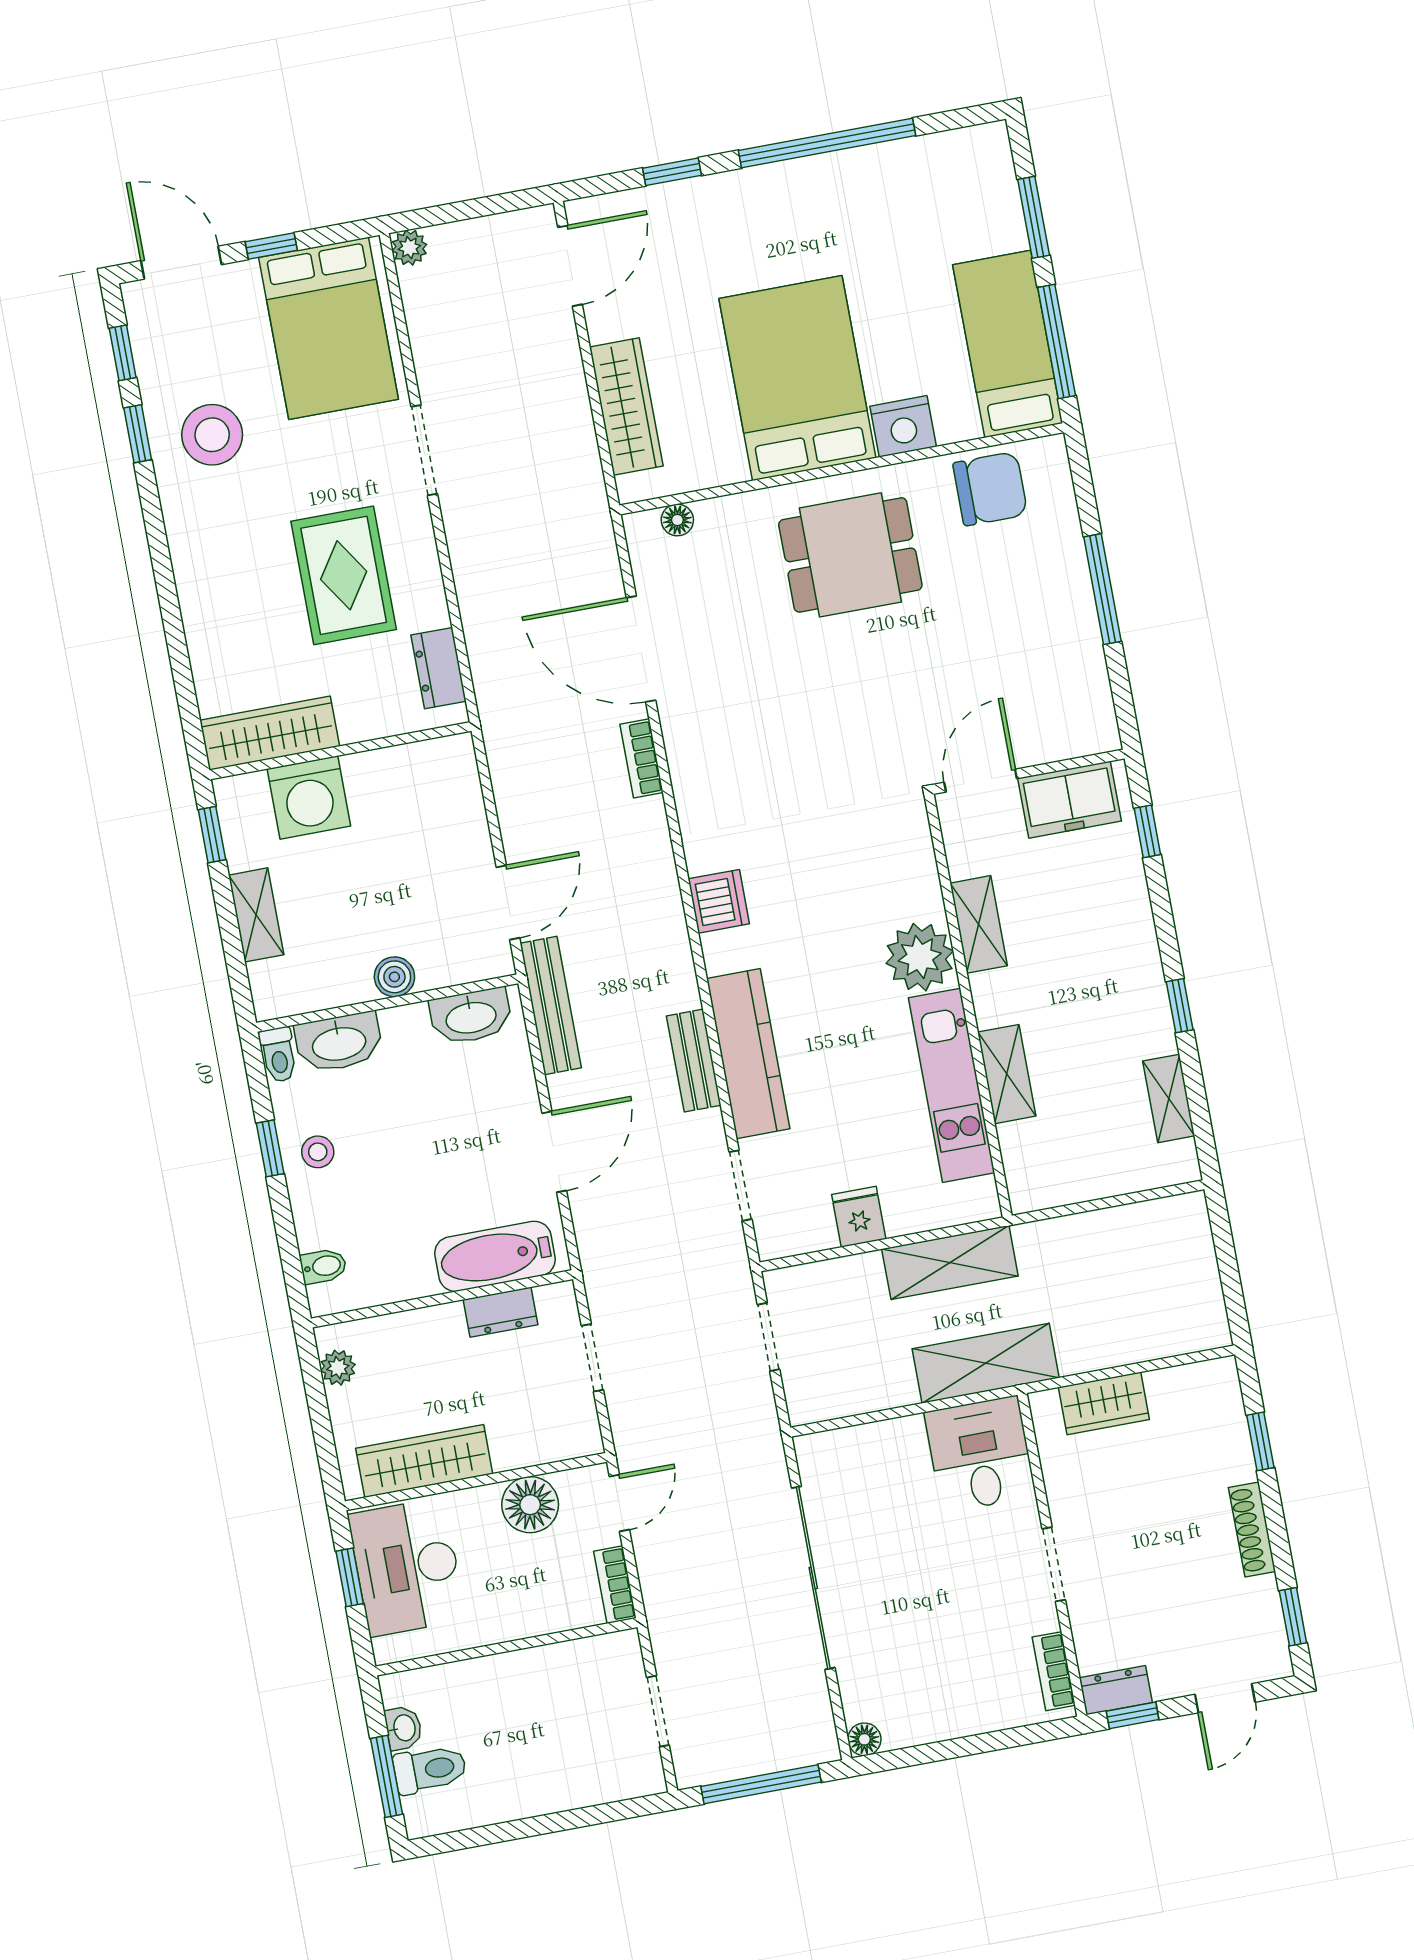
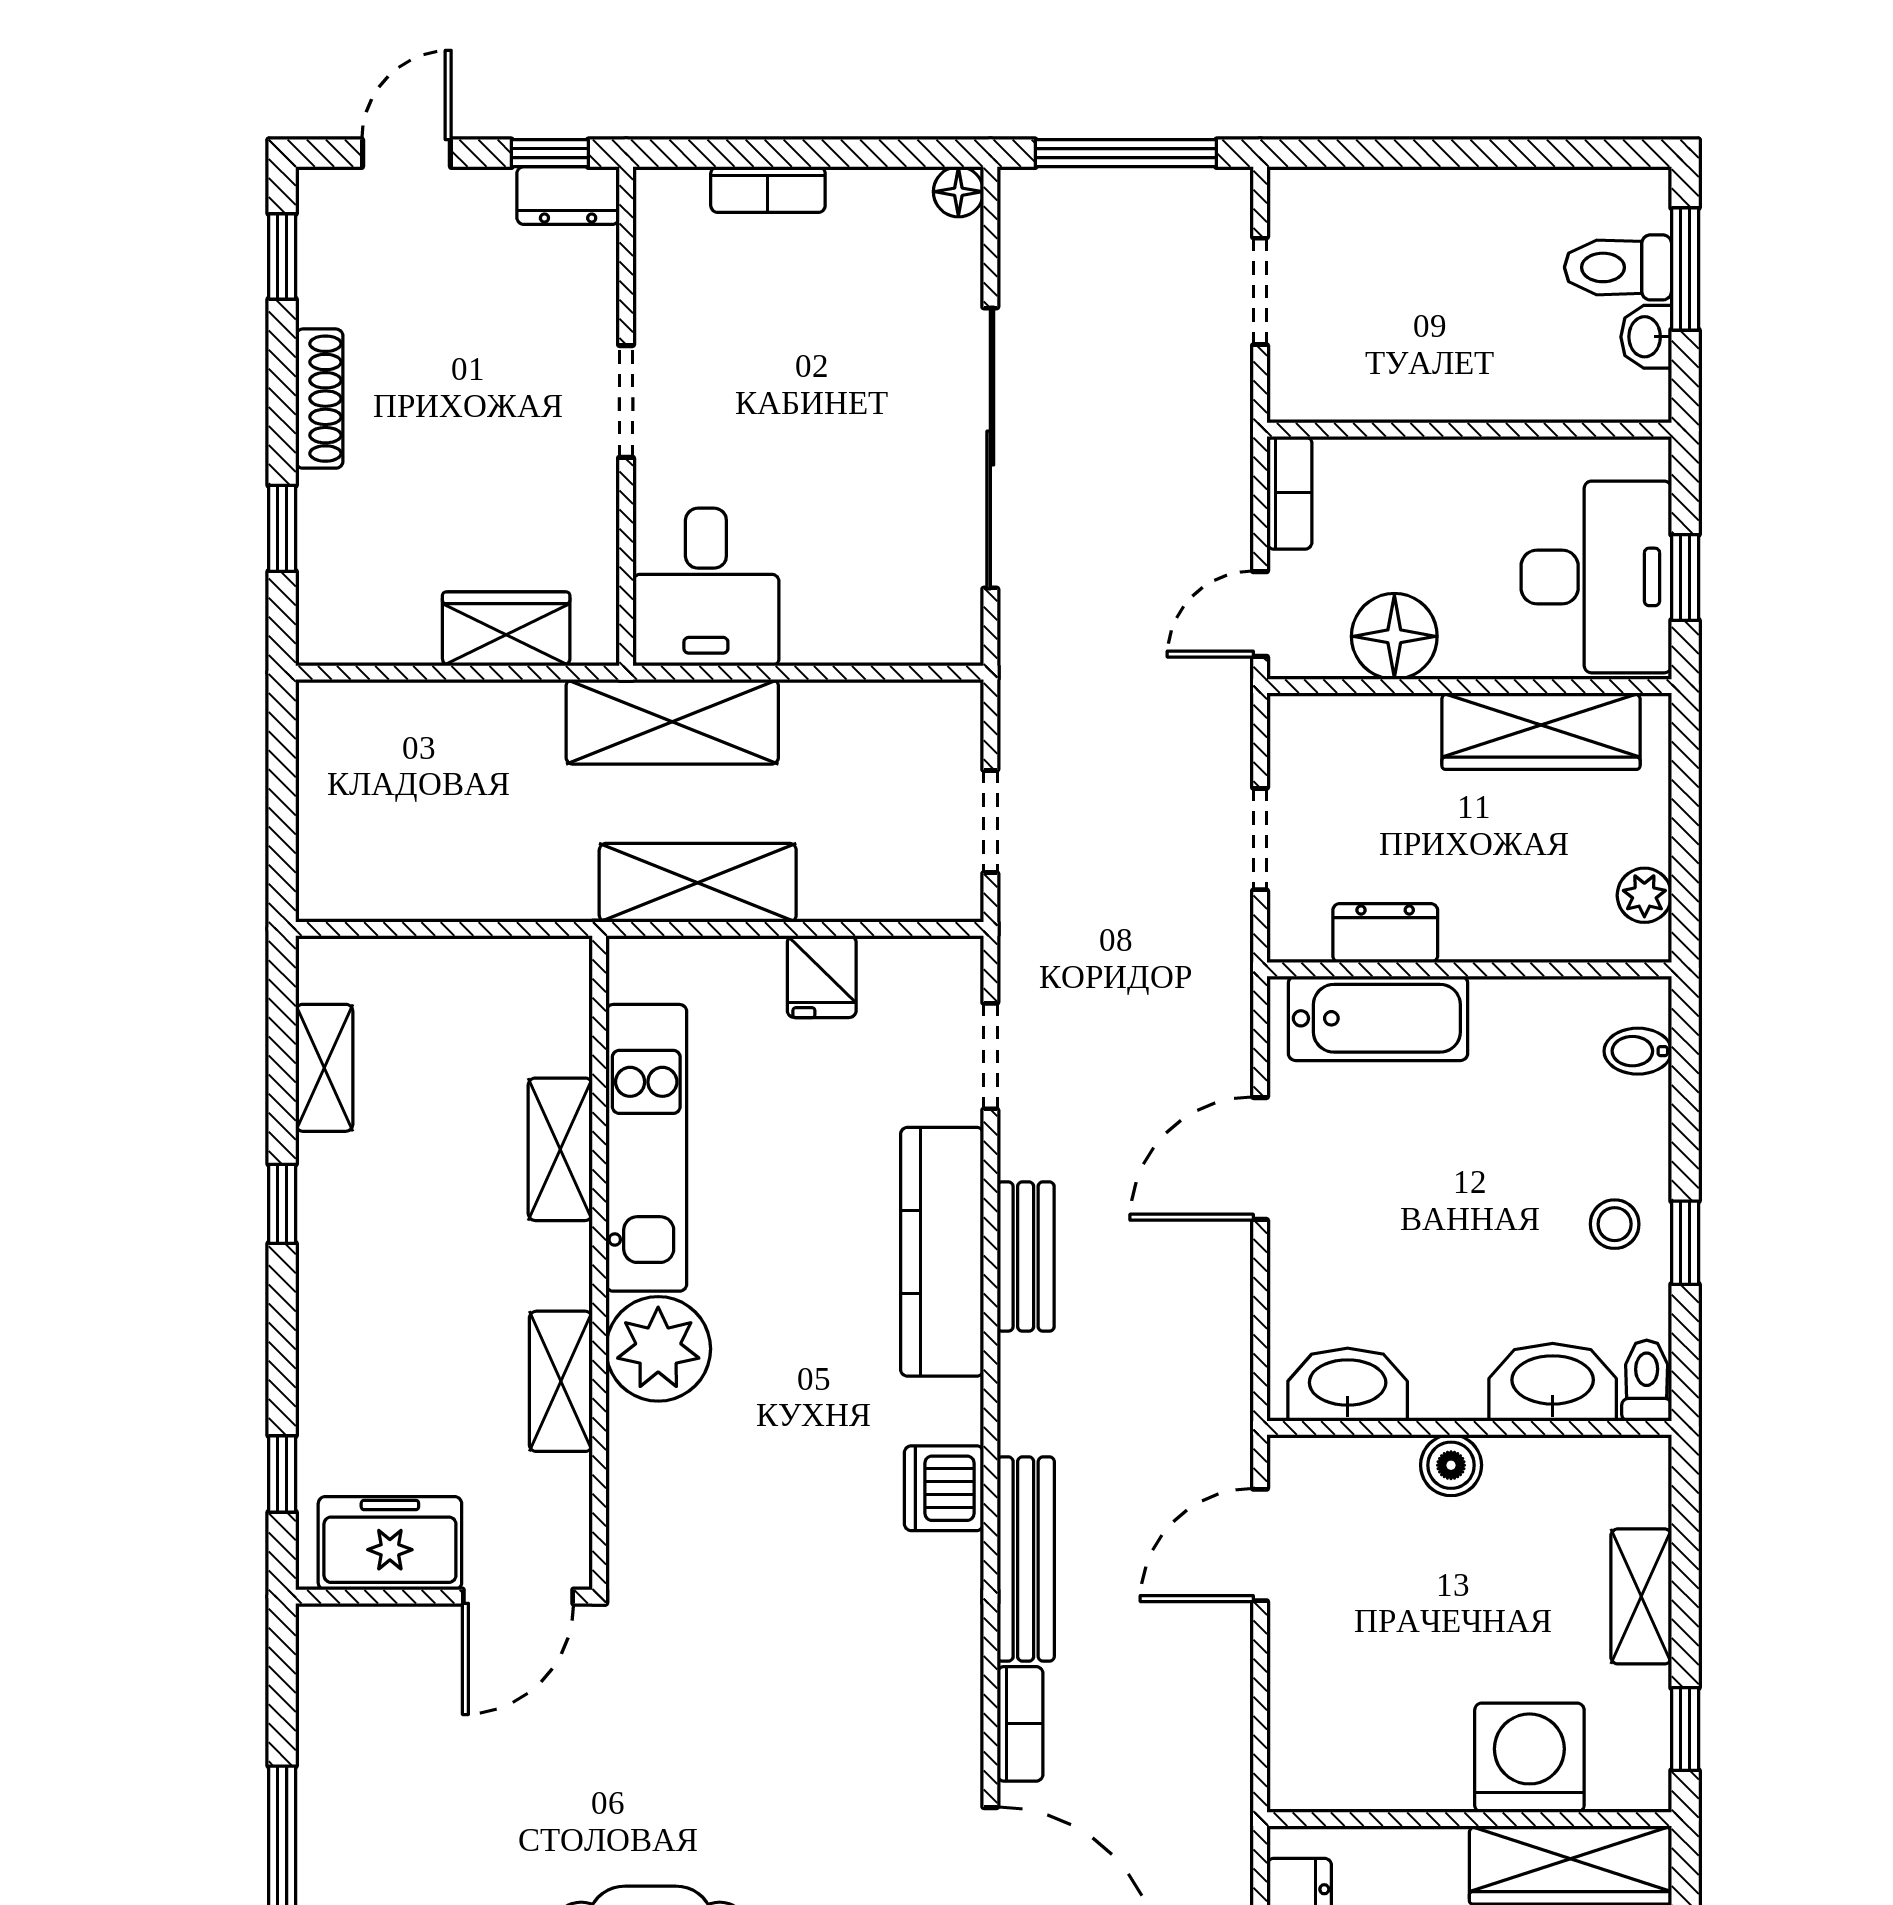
bench: (551, 1006) -> (1026, 1559), moved
bookcase: (1054, 1671) -> (768, 190), moved, turned 90

